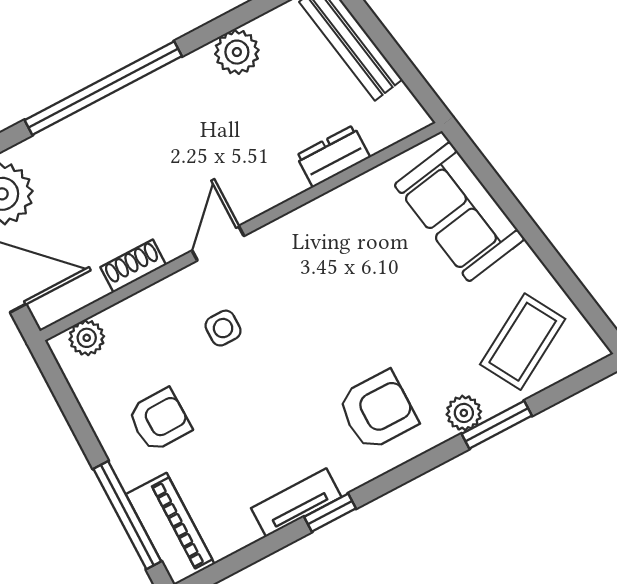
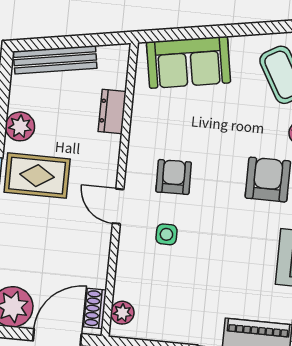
rug: (189, 115) -> (37, 176), added
shoe rack: (133, 266) -> (95, 308), moved
armchair: (159, 420) -> (174, 177), moved

